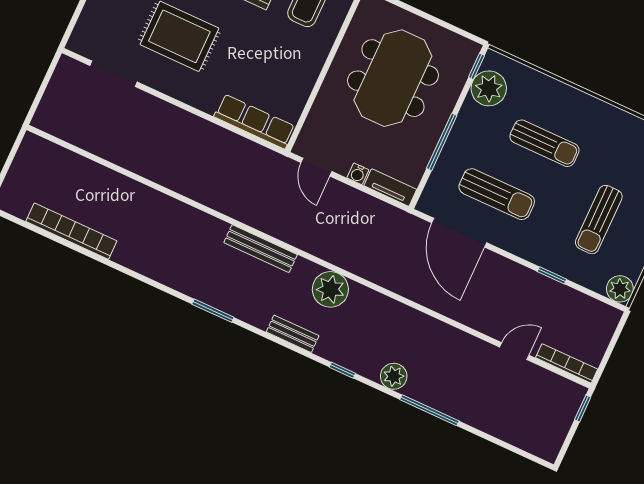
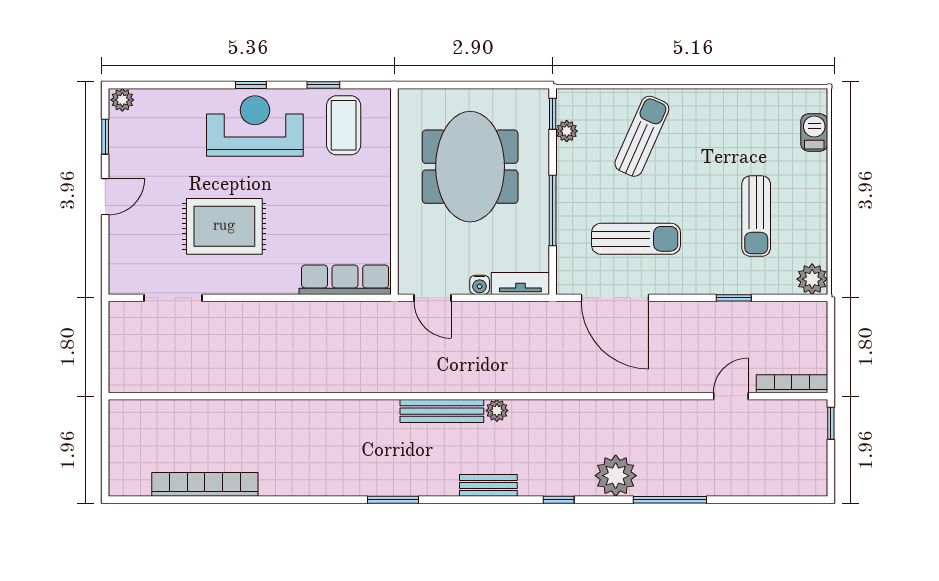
plant: (489, 88) -> (567, 131), width x0.53, depth x0.53
sun lounger: (544, 143) -> (642, 136), moved, turned -66
bench: (261, 249) -> (442, 411), moved
plant: (330, 289) -> (497, 410), width x0.53, depth x0.53
plant: (394, 376) -> (616, 476), width x1.36, depth x1.36

